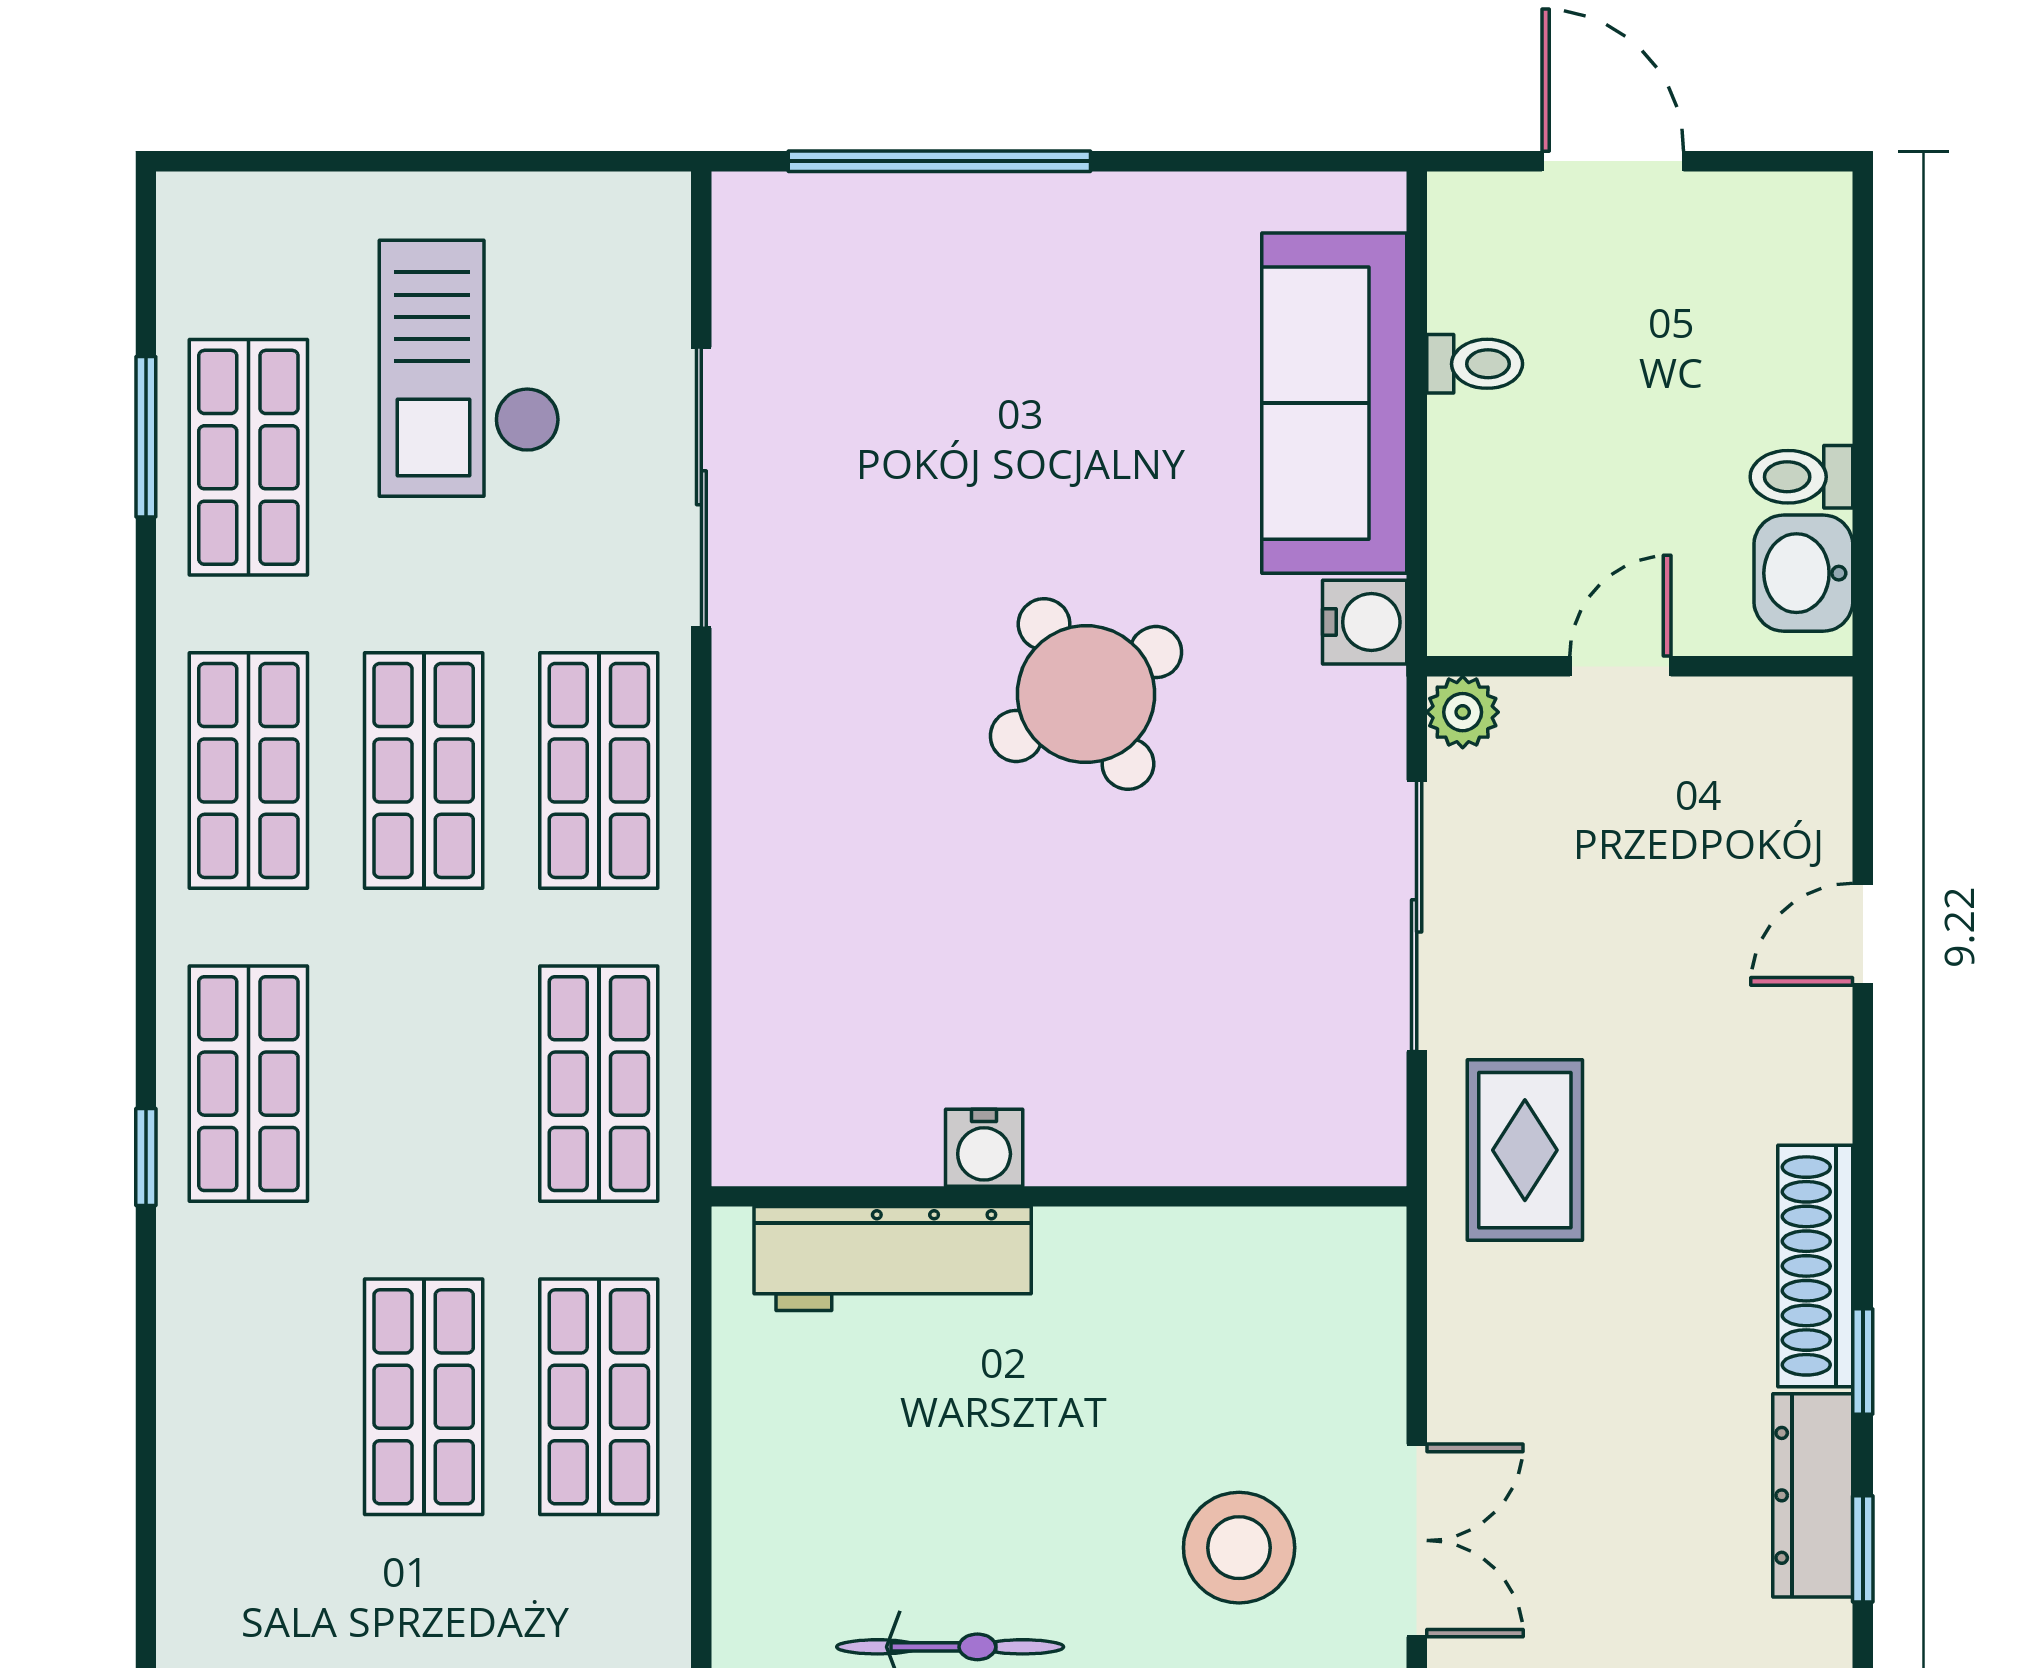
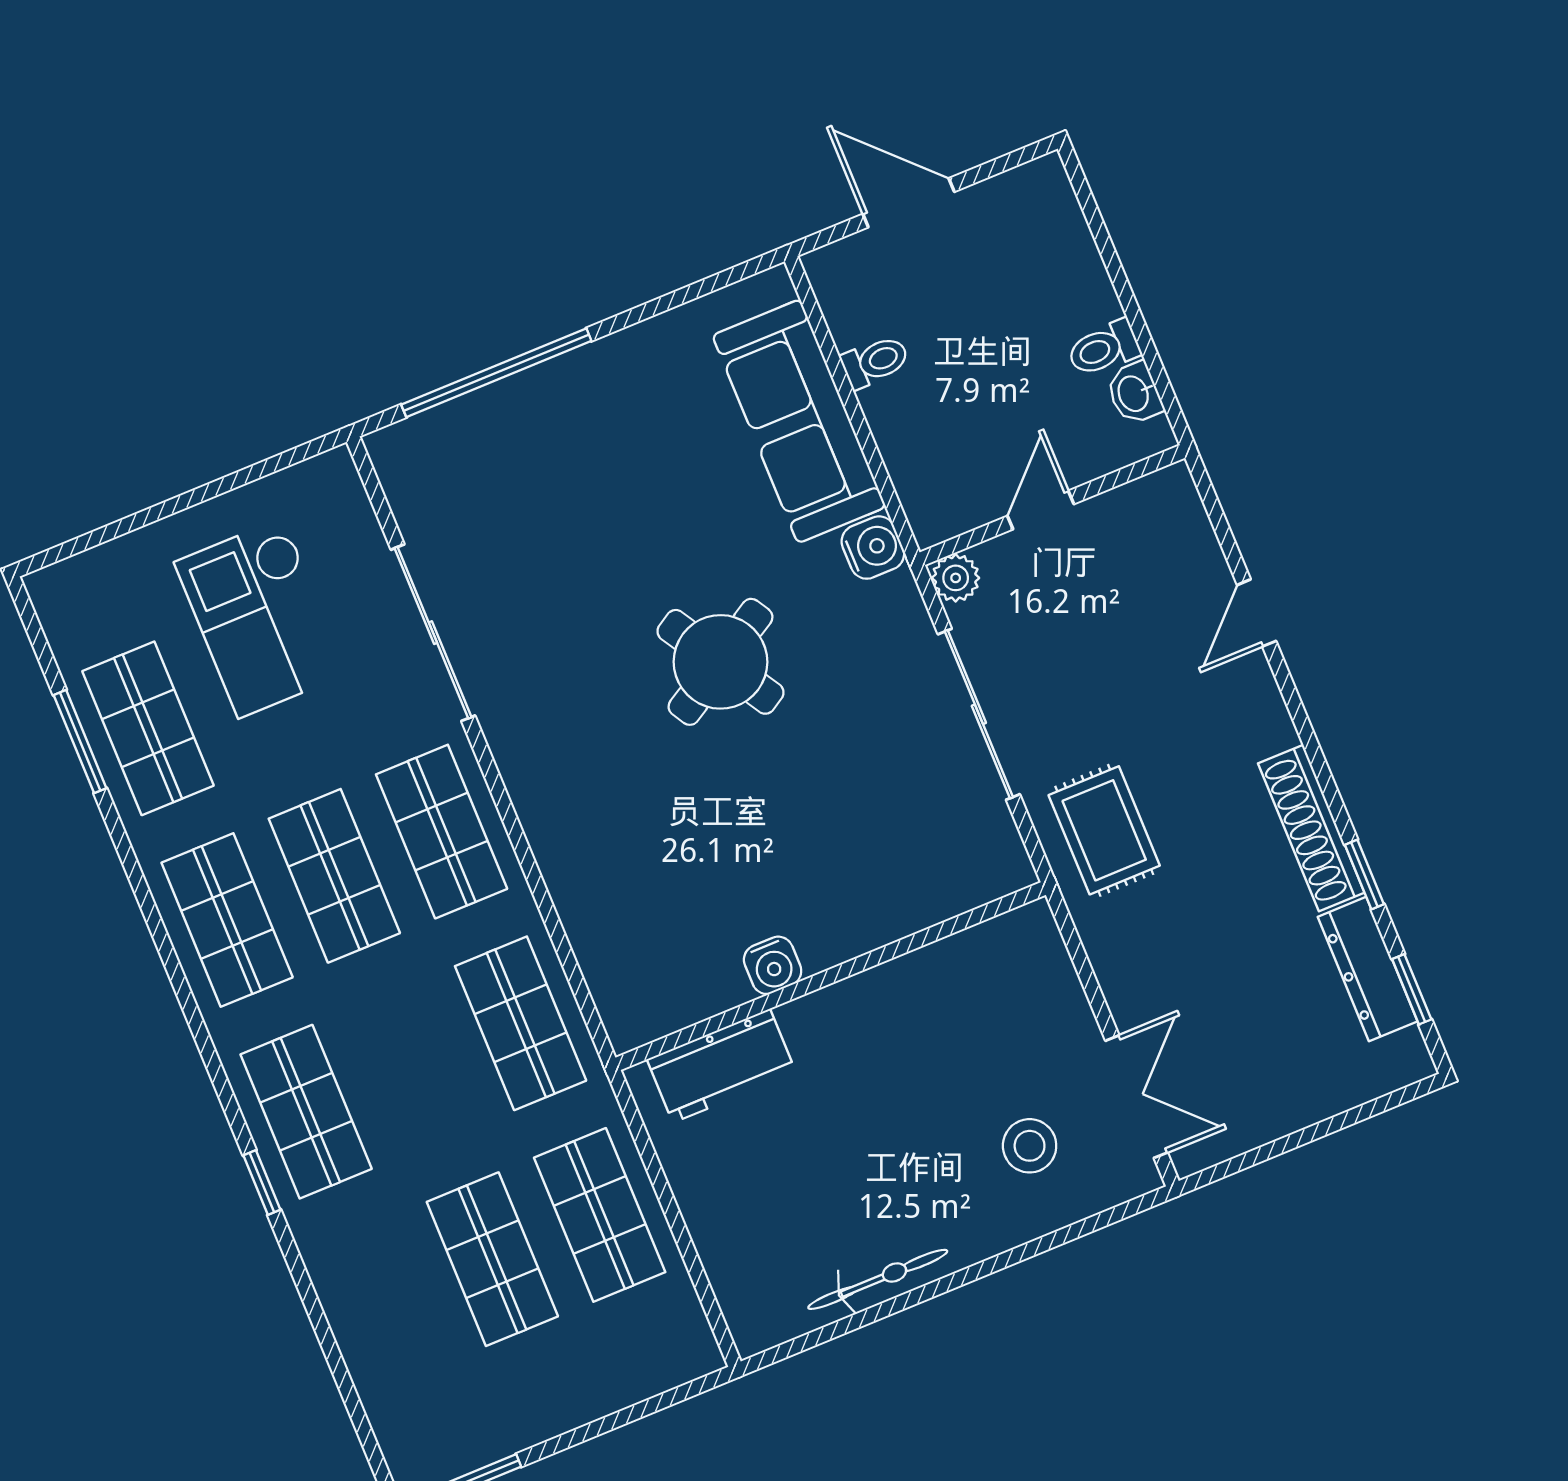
washbasin: (1803, 573) -> (1134, 393), width x0.72, depth x0.69
workbench: (893, 1259) -> (721, 1066), width x0.73
stool: (1239, 1548) -> (1030, 1146), width x0.73, depth x0.73

